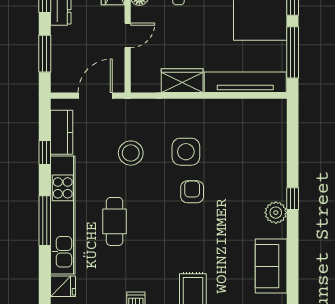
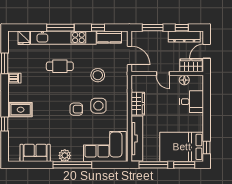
corner sofa: (260, 140) -> (105, 146), added
window: (293, 199) -> (72, 165), width x3.17

